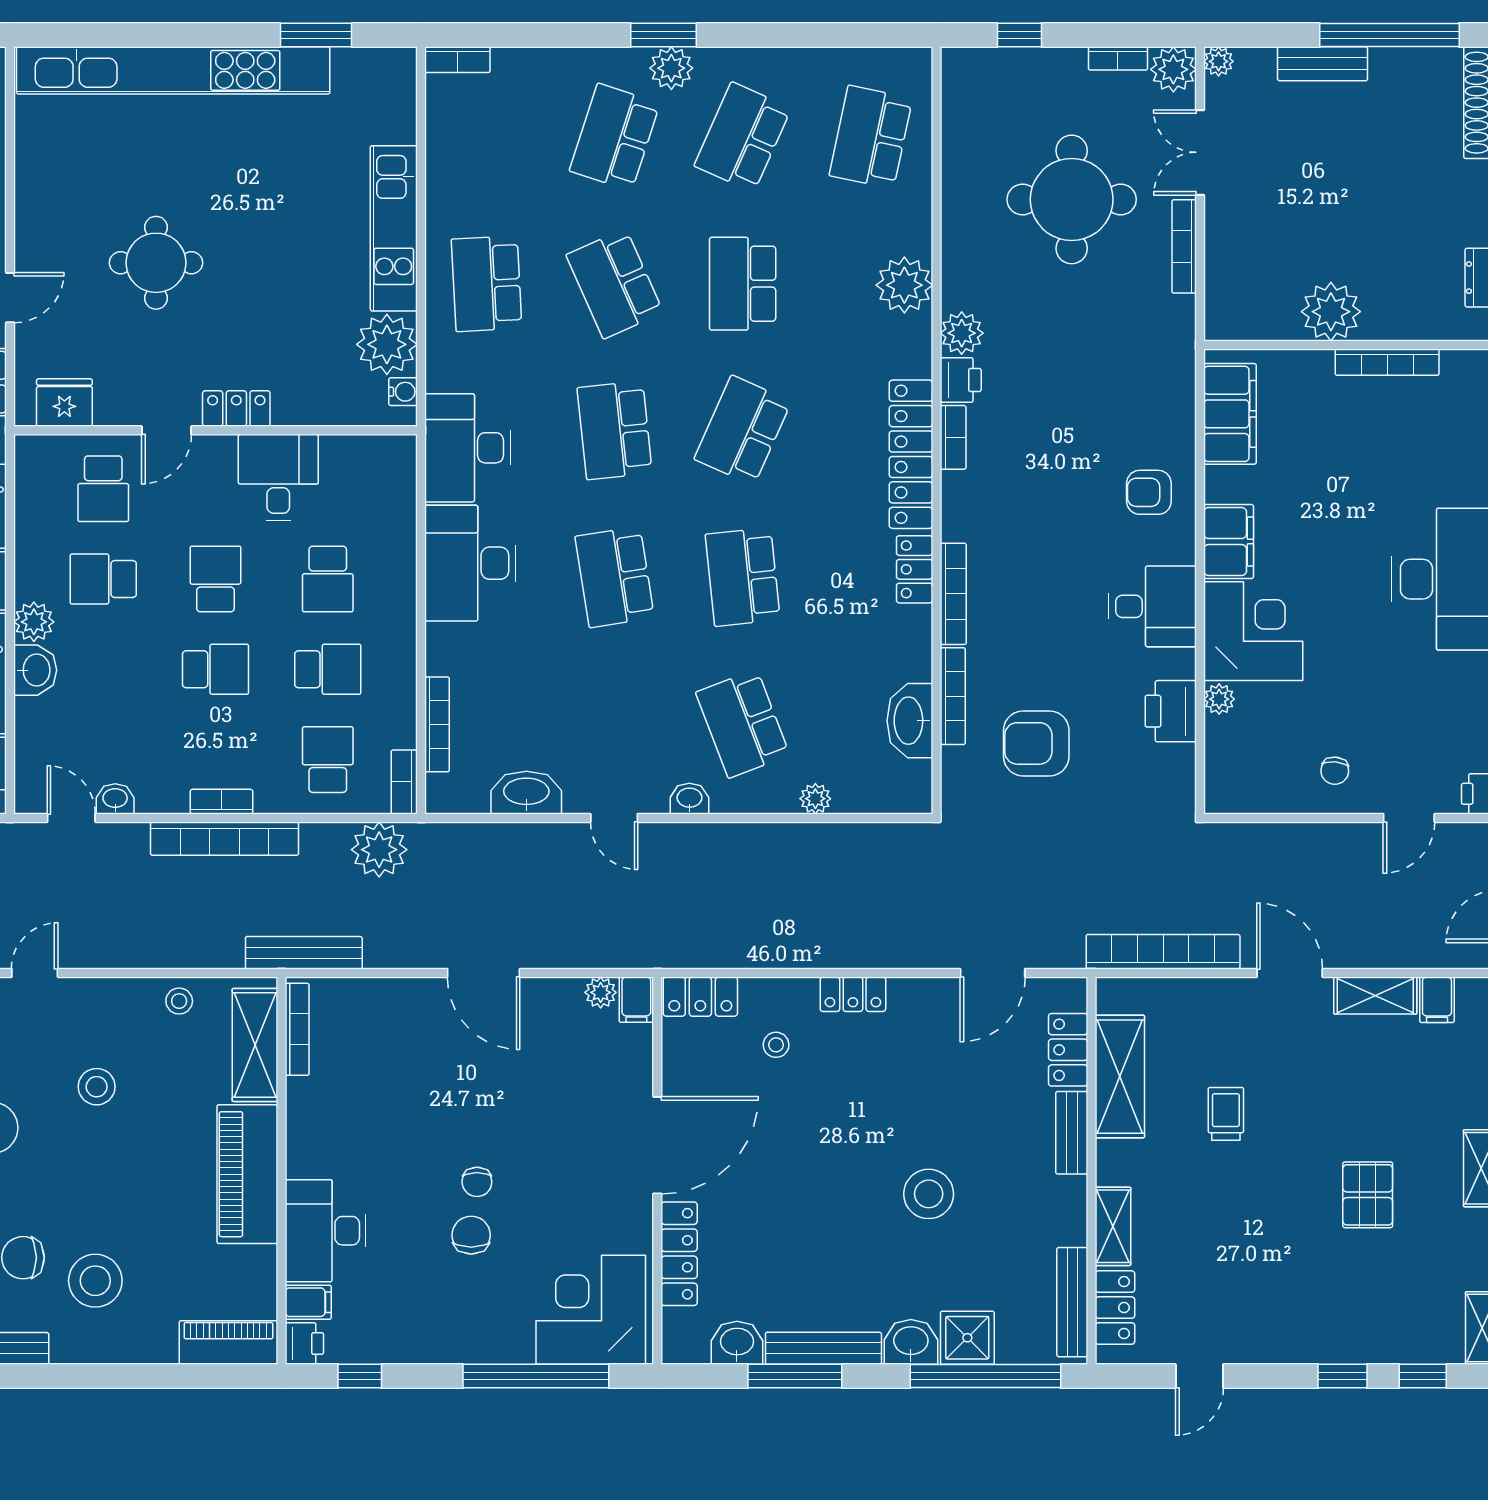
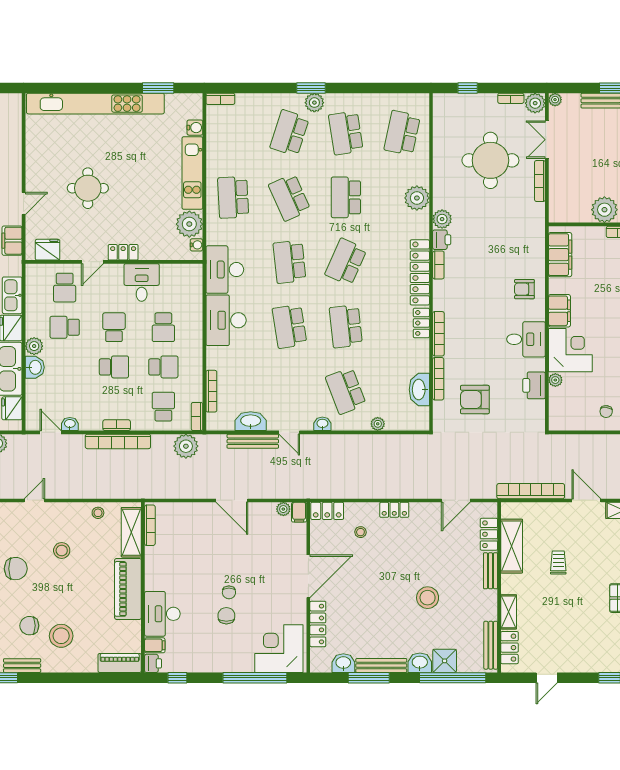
water cooler: (399, 125) -> (195, 128), added
school desk: (743, 137) -> (346, 133), turned -33
bench: (304, 953) -> (253, 441), moved

